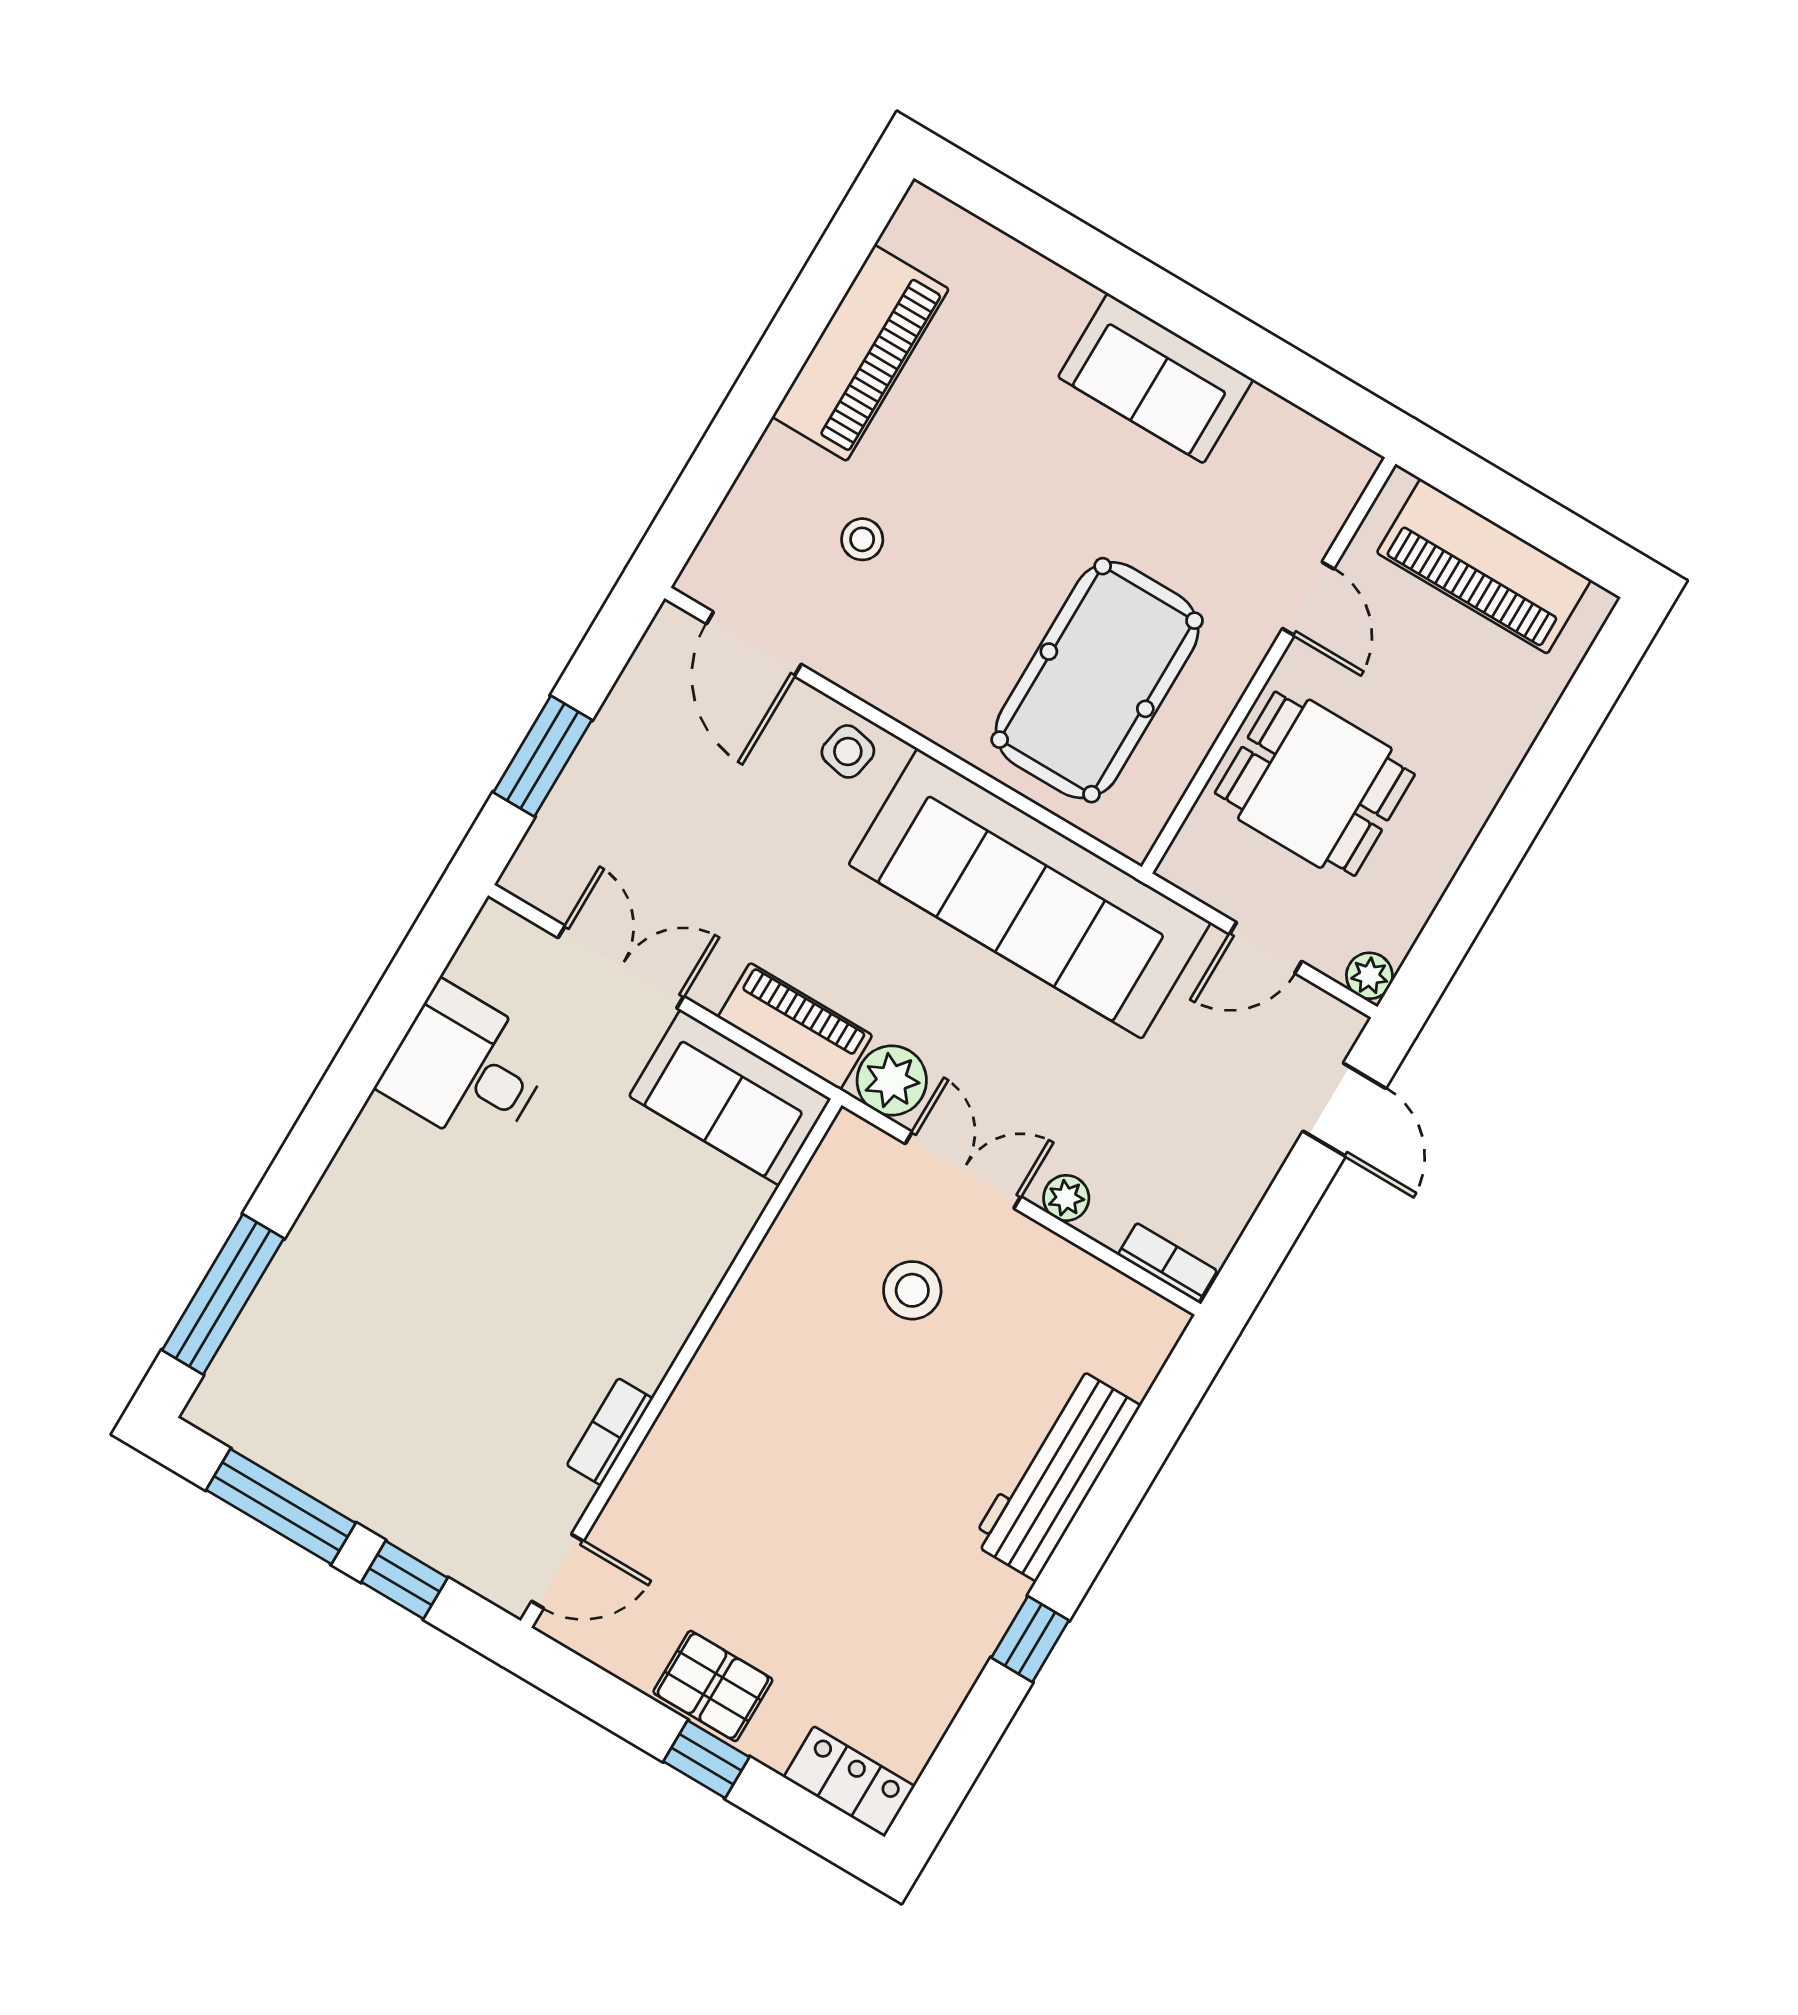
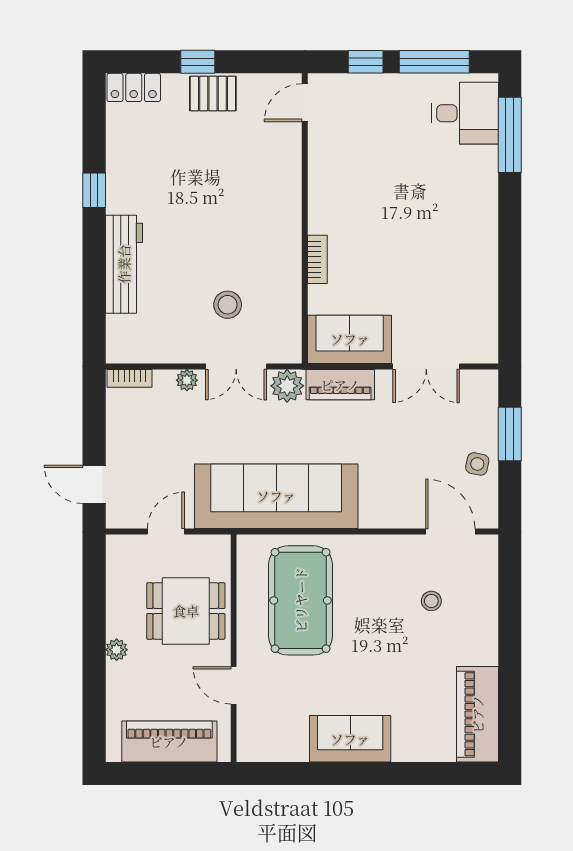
piano: (860, 353) -> (478, 714), moved
side table: (848, 751) -> (477, 464), moved
plant: (1369, 976) -> (117, 650), moved
desk: (467, 1068) -> (465, 113), moved
bookcase: (610, 1432) -> (317, 259), moved

